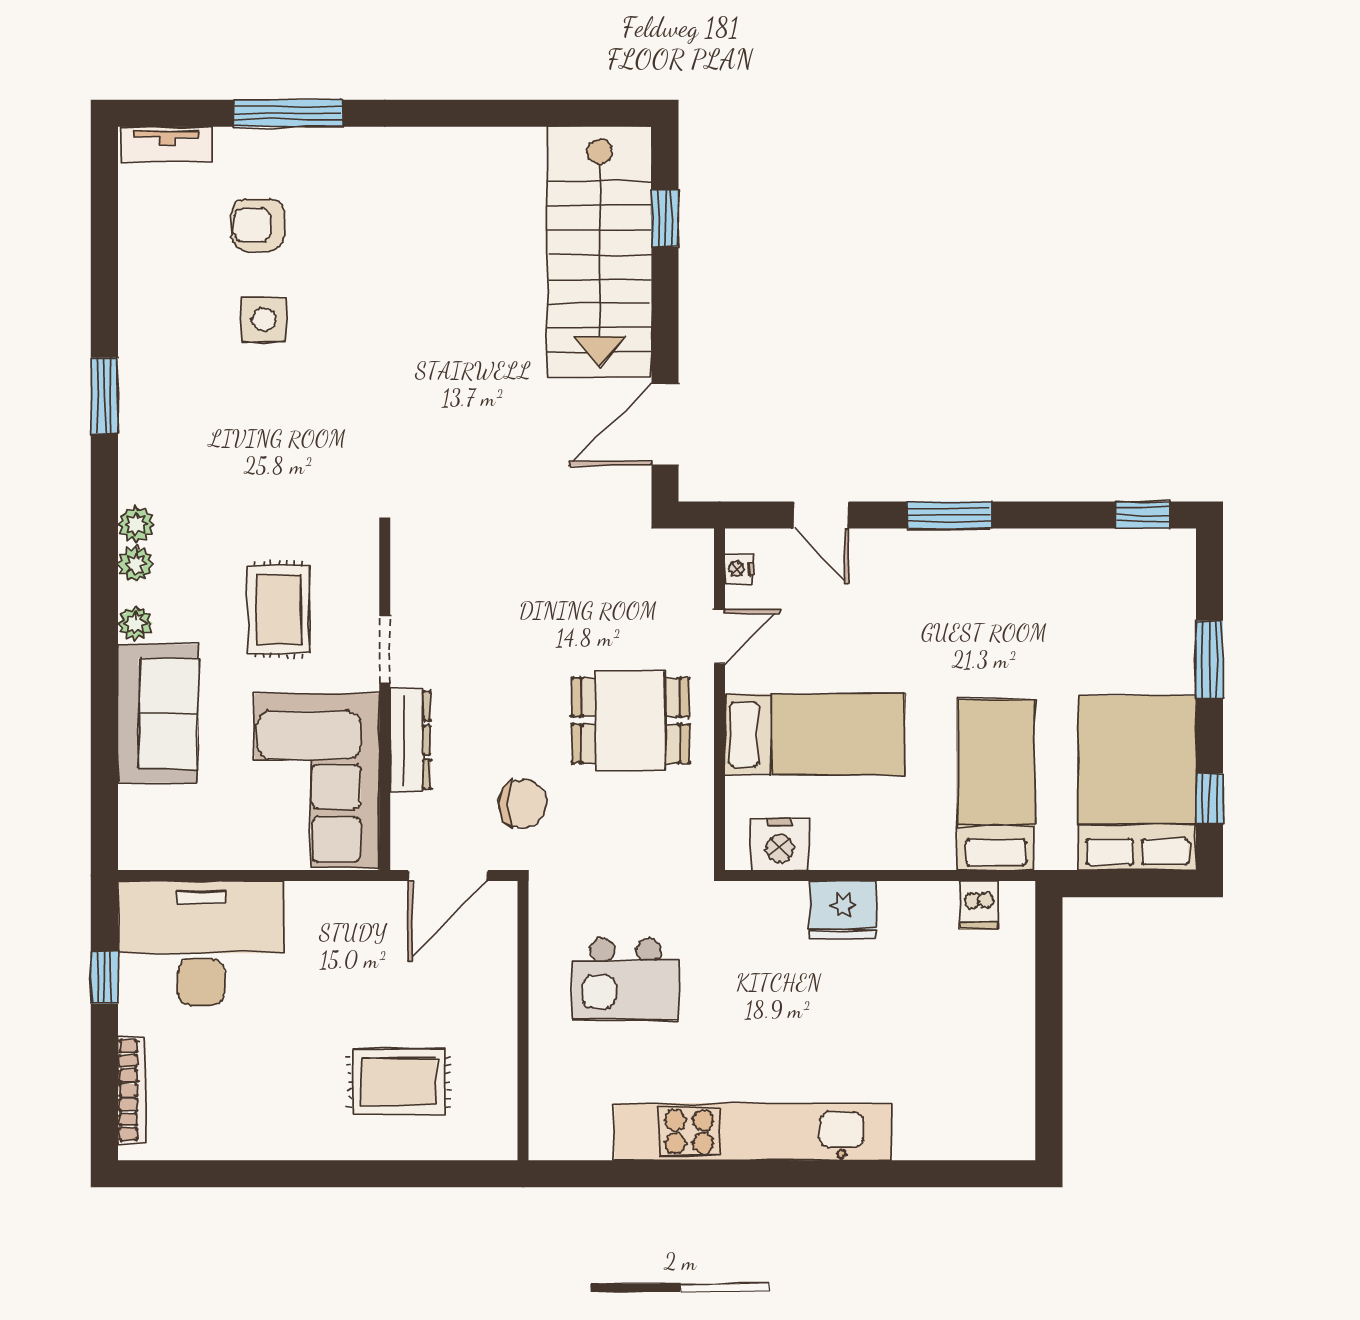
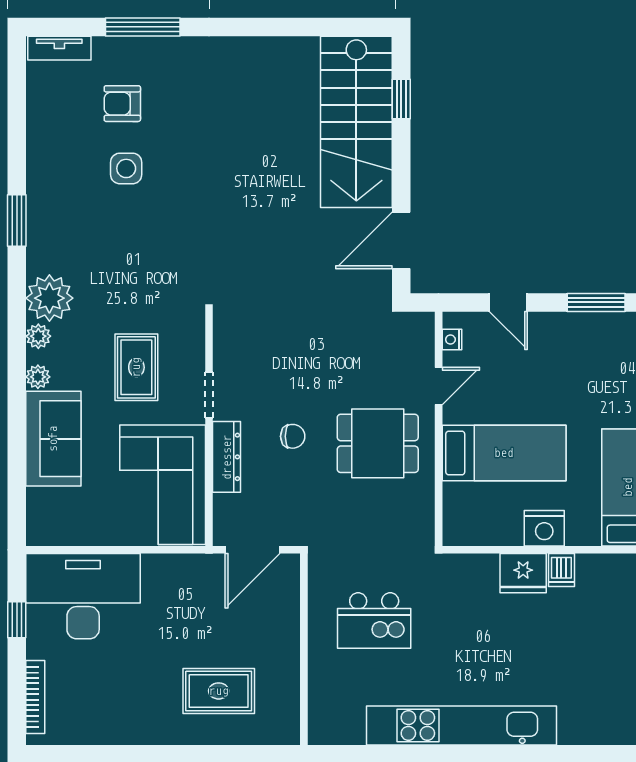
plant: (136, 524) -> (49, 298), width x1.88, depth x1.88
chair: (523, 804) -> (293, 436), moved, width x0.73, depth x0.73
nightstand: (780, 844) -> (544, 528), moved
dishwasher: (979, 905) -> (561, 570), moved

